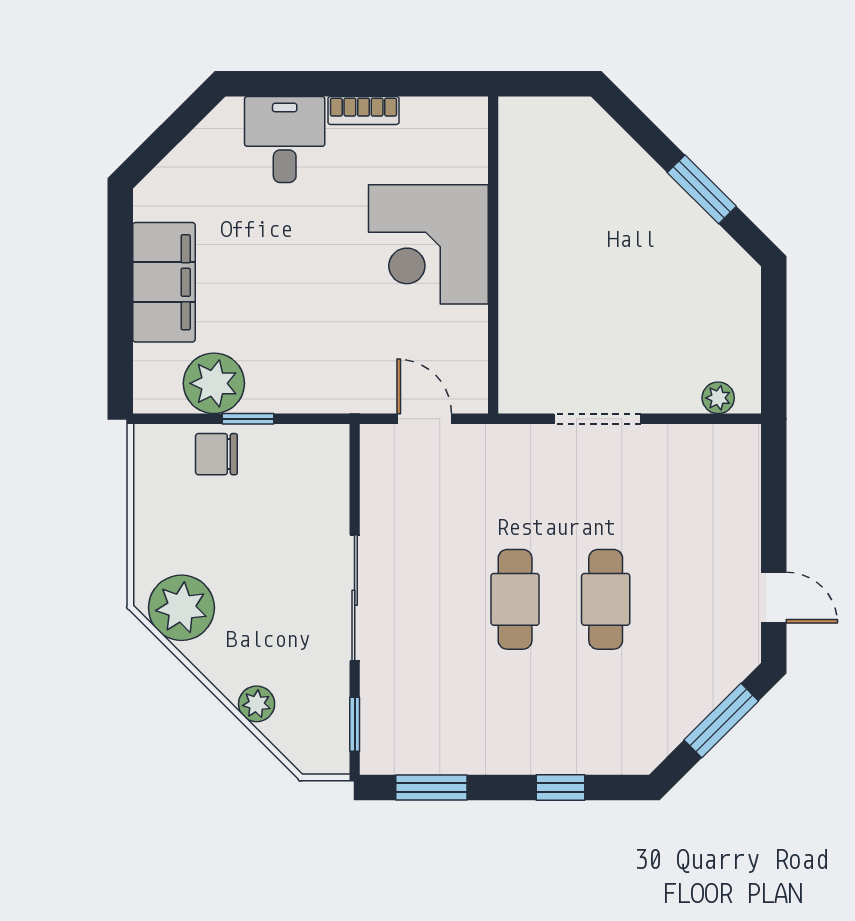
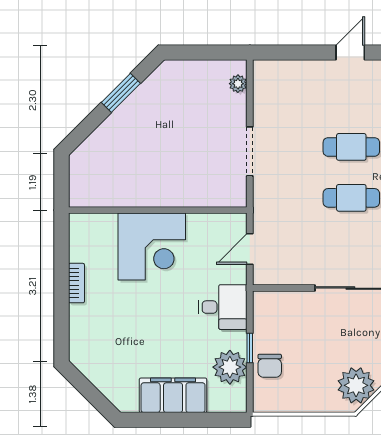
desk: (285, 139) -> (223, 307), moved, turned 180

